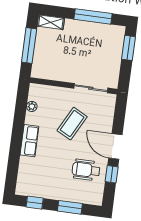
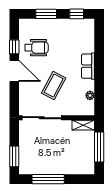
shelving: (51, 22) -> (83, 125), moved
sliding door: (91, 88) -> (42, 118), width x1.37

